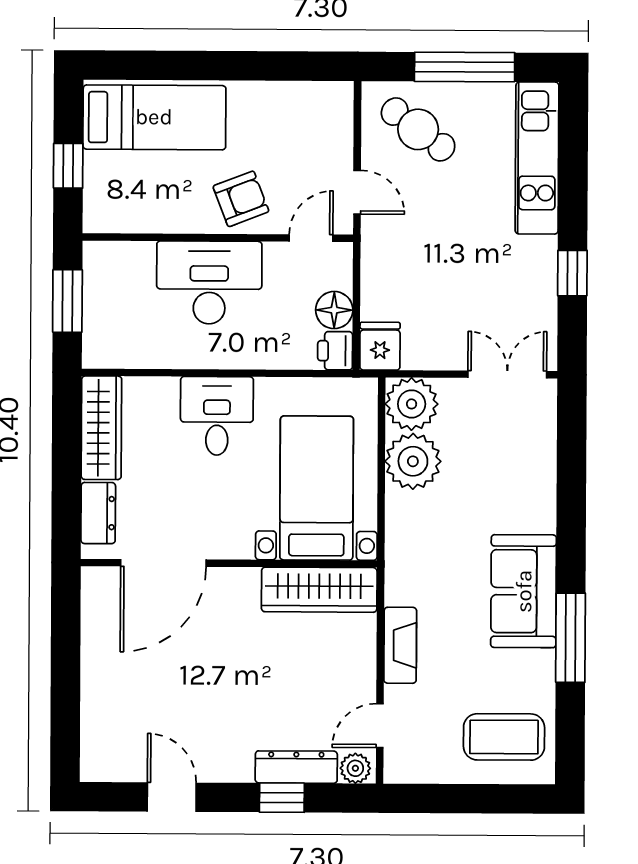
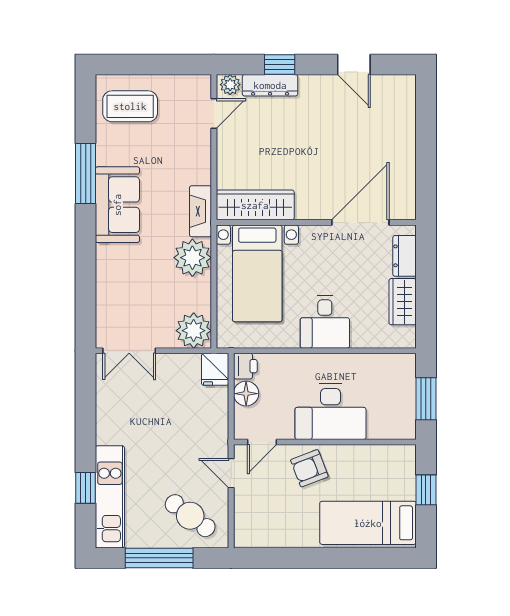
window: (572, 273) -> (86, 488), moved
wardrobe: (101, 428) -> (403, 302), width x0.67
plant: (413, 461) -> (192, 258), moved
fireplace: (400, 645) -> (200, 211), moved

